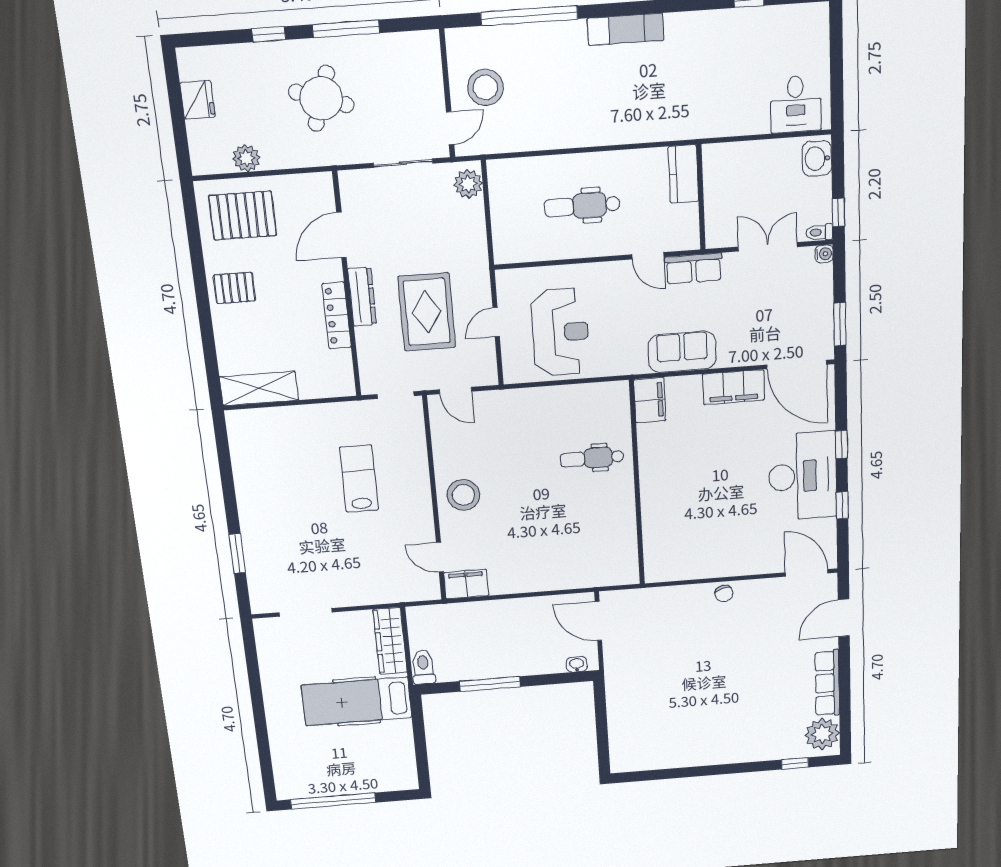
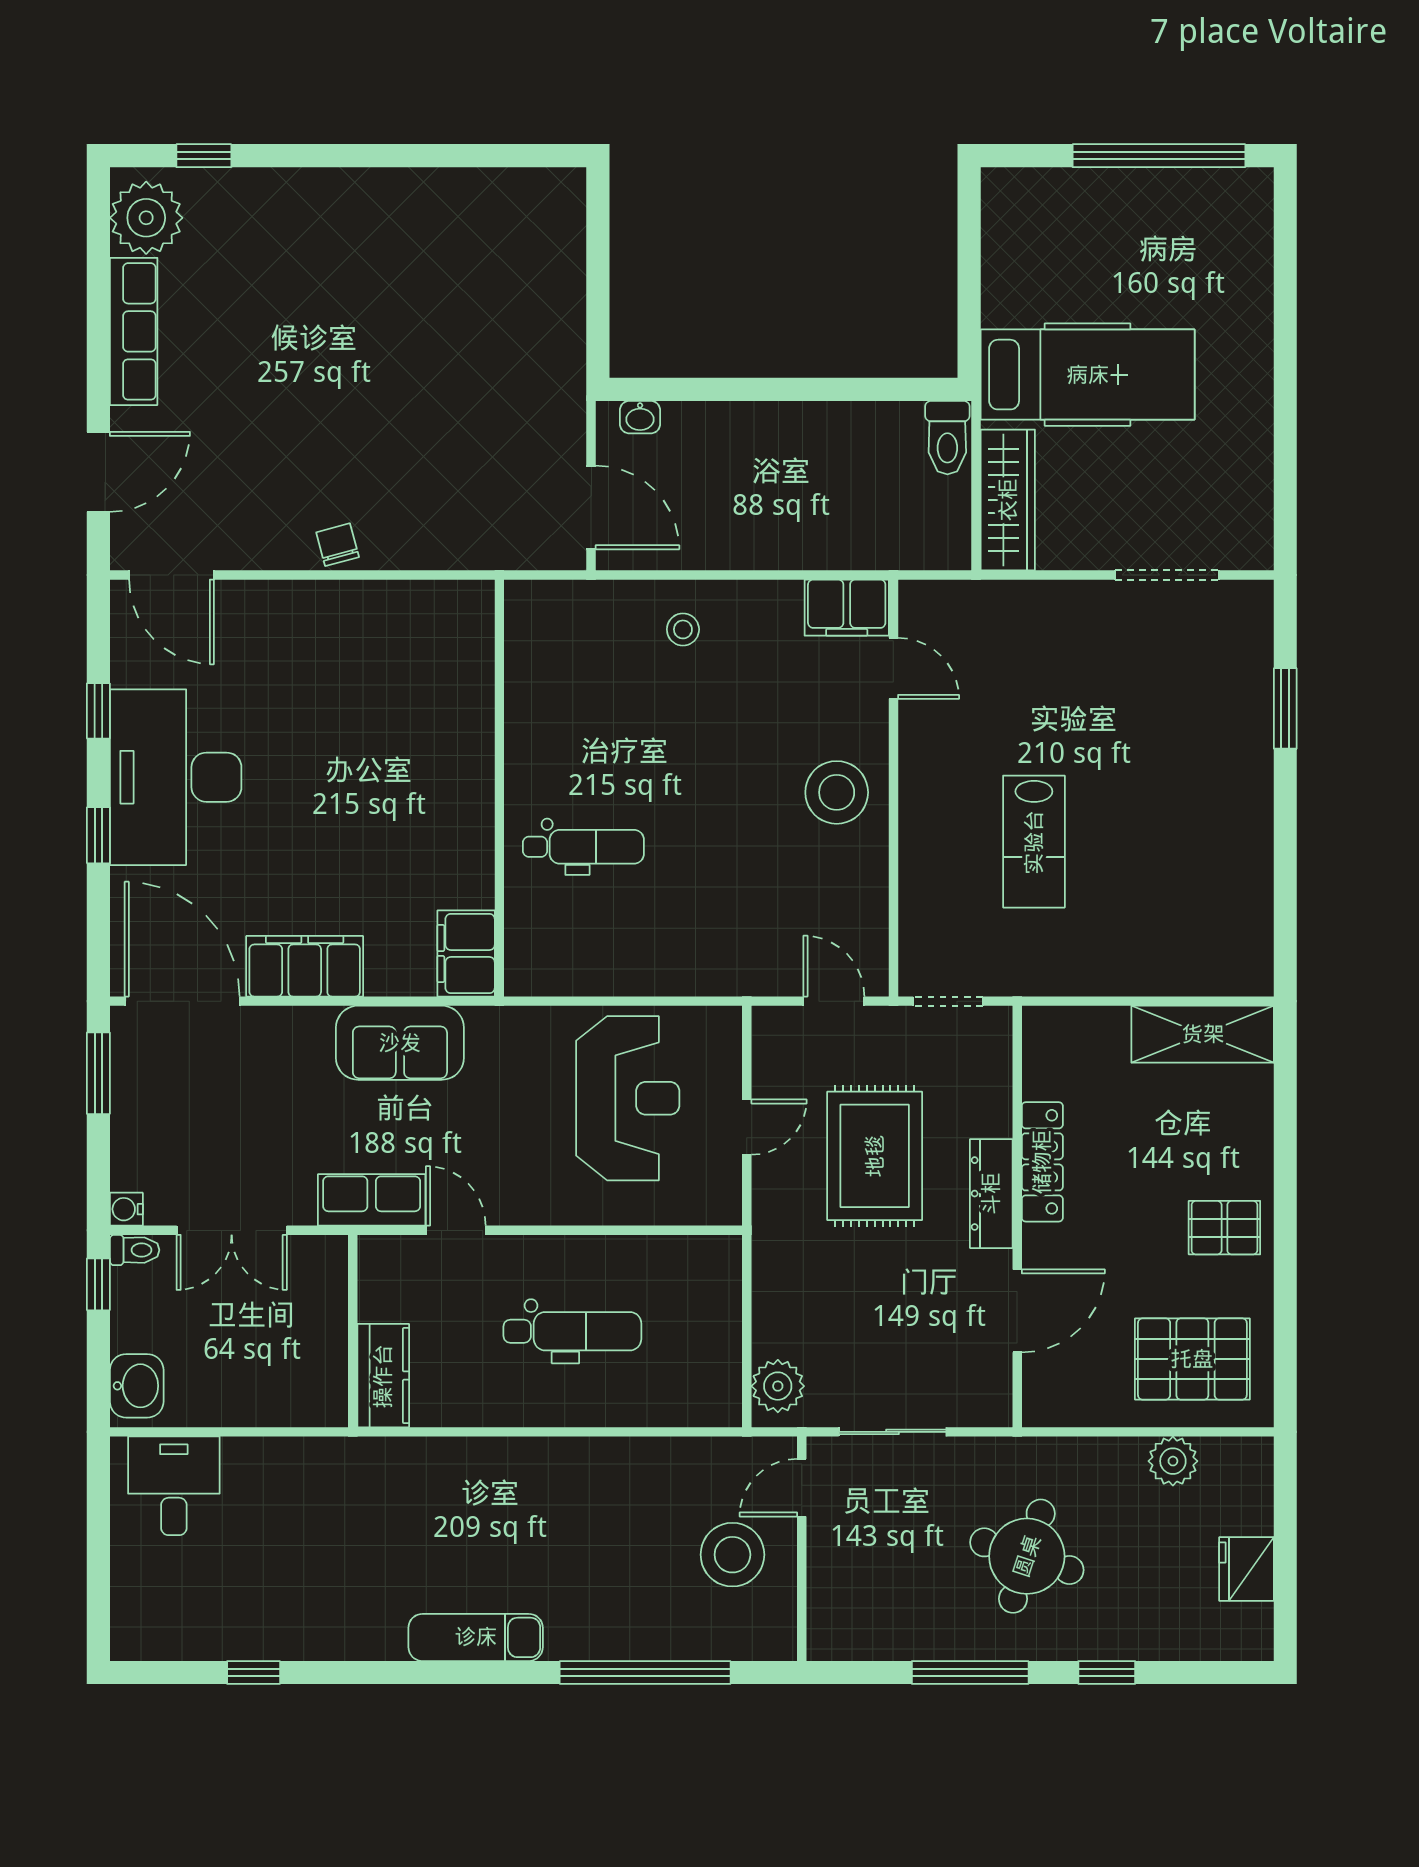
reception desk: (560, 332) -> (628, 1098), turned 180
stool: (548, 567) -> (683, 629), added
window: (490, 684) -> (818, 389), removed

